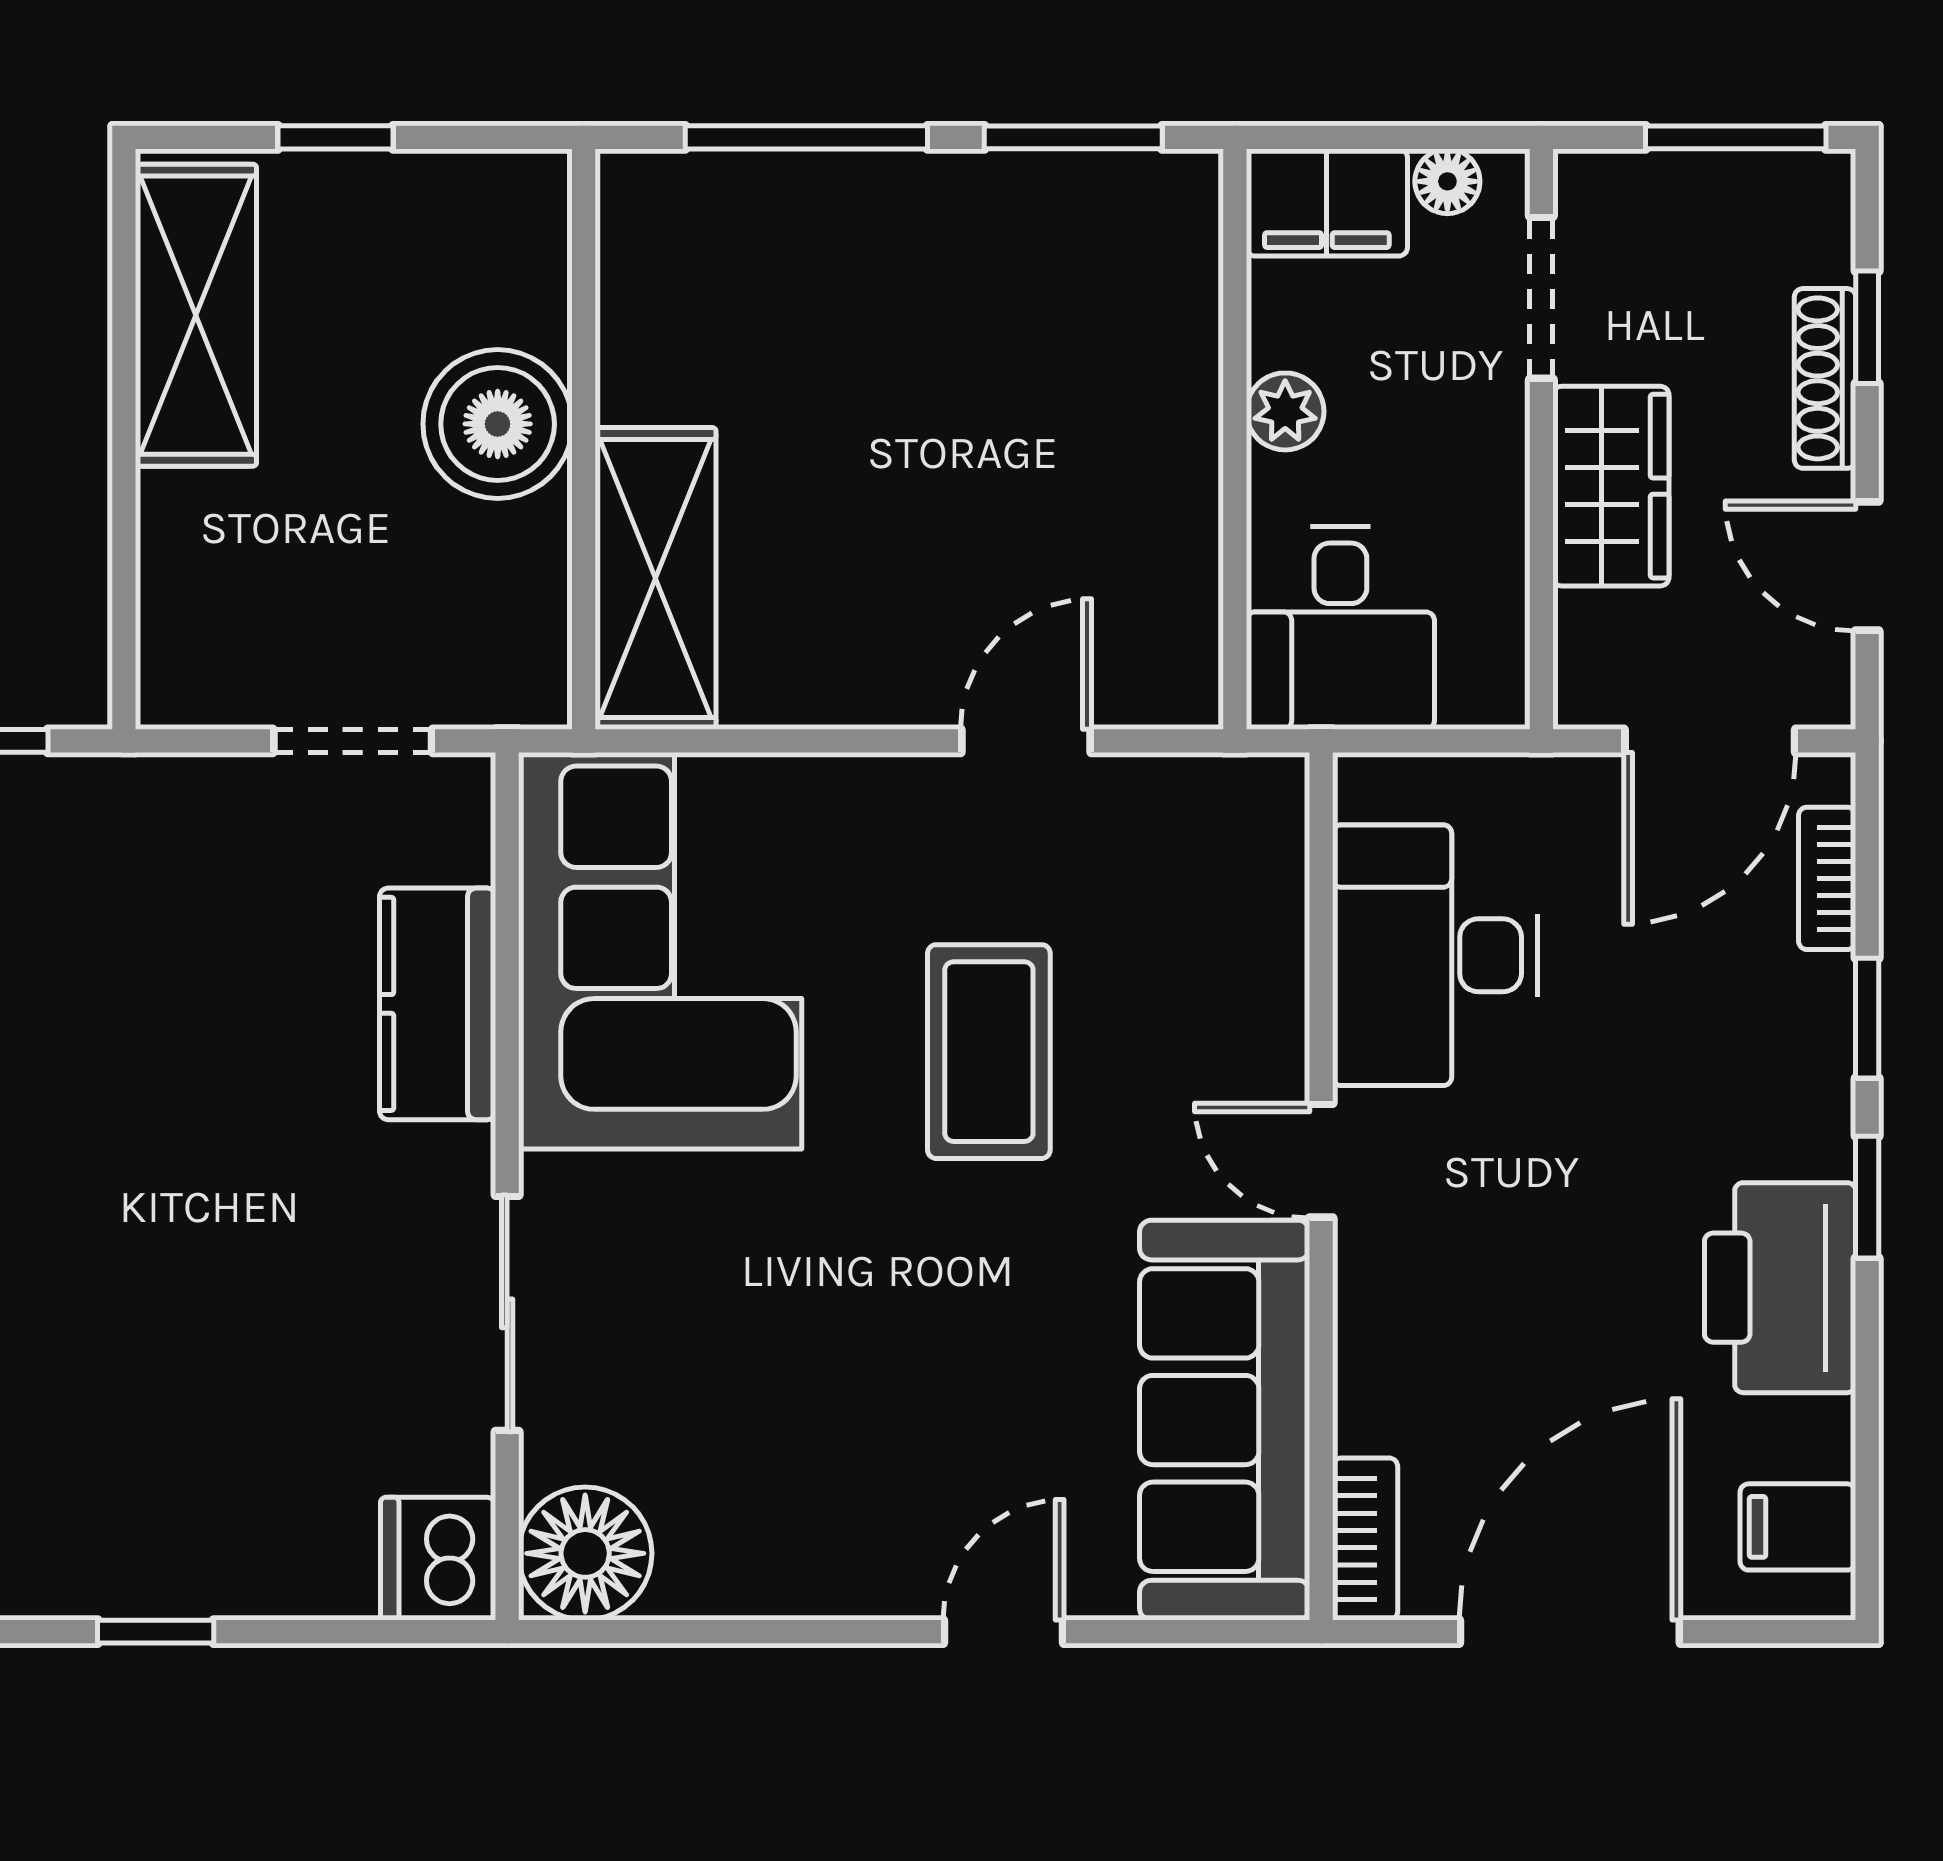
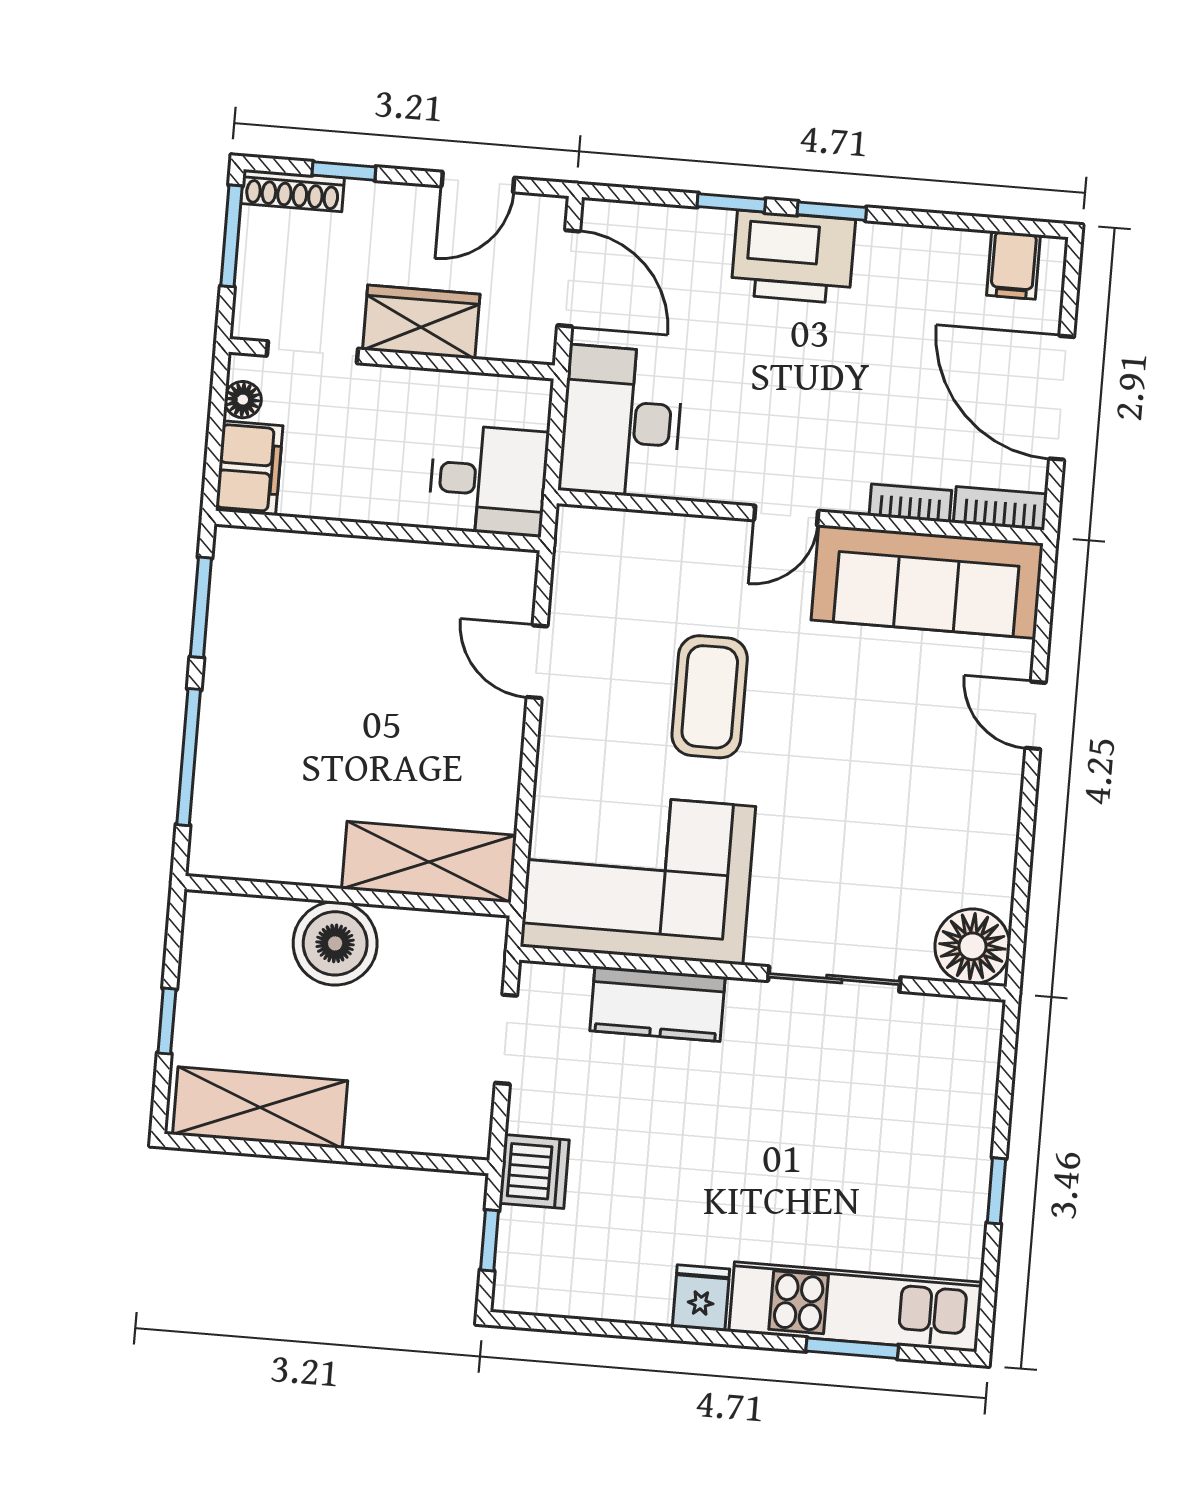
shoe rack: (1825, 378) -> (293, 191), moved
plant: (1285, 411) -> (364, 501), removed
bookcase: (1827, 878) -> (910, 503), moved, turned 180
desk: (1435, 955) -> (621, 422), moved, turned 90
coffee table: (989, 1052) -> (710, 697), turned 90
printer: (1780, 1288) -> (793, 257), moved
dishwasher: (438, 1559) -> (534, 1172), moved, turned -90

